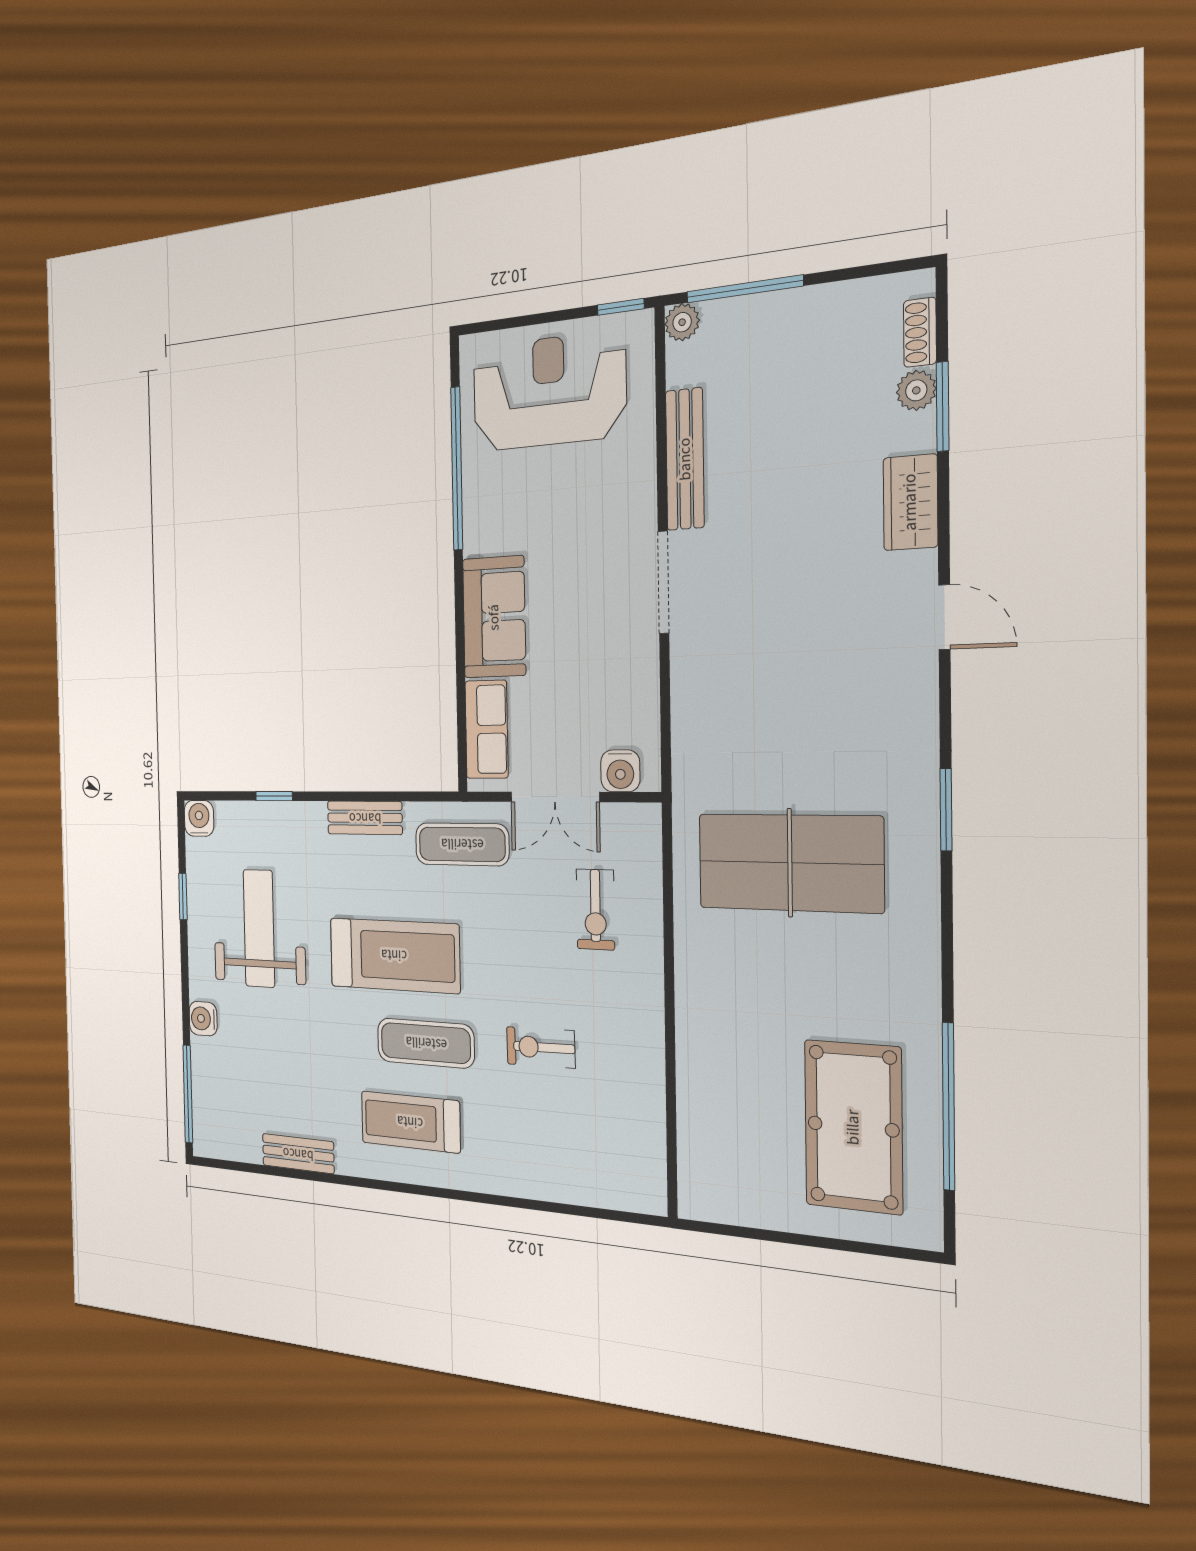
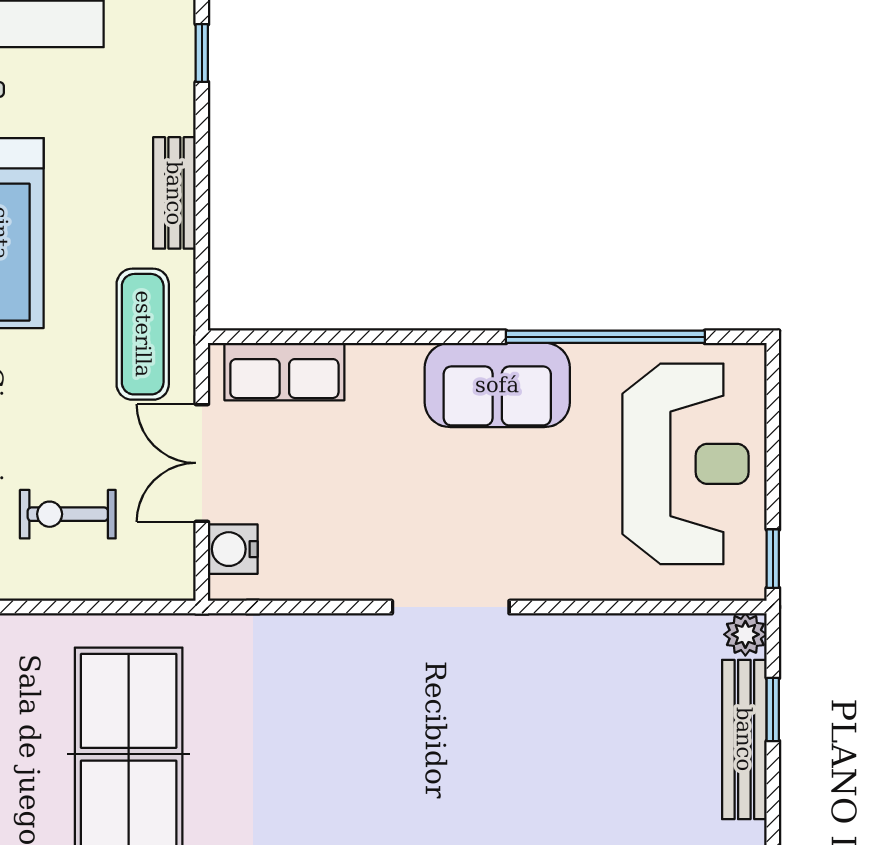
window: (744, 289) -> (773, 709), width x0.46
bench: (685, 459) -> (744, 739), moved, turned 90
sofa: (494, 617) -> (497, 385), moved

